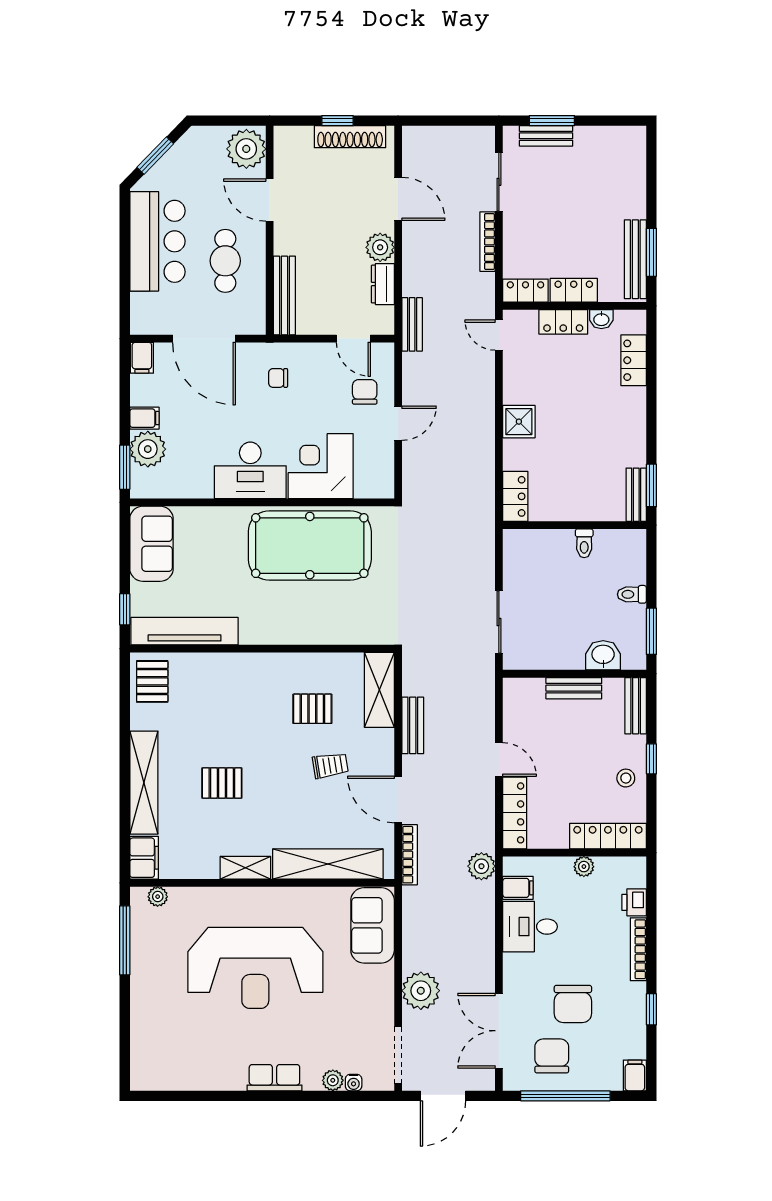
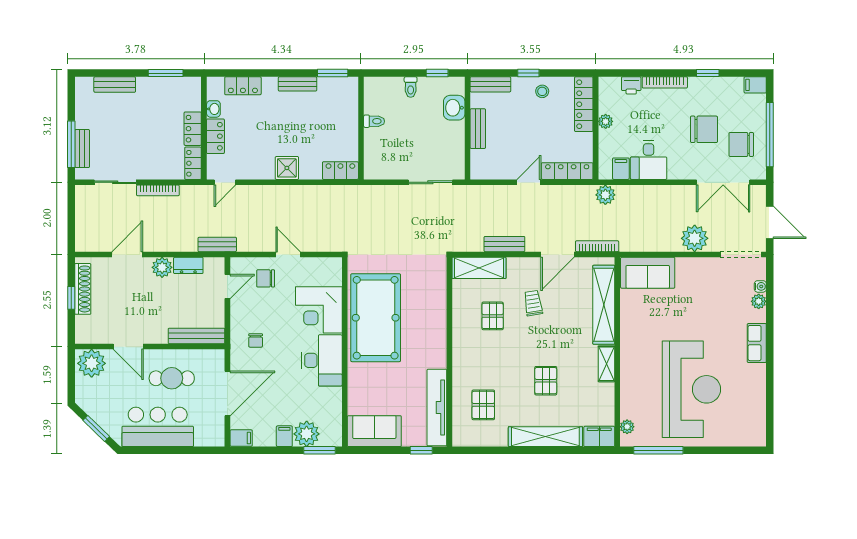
window: (552, 121) -> (71, 144), width x1.44
door: (270, 200) -> (128, 347), hinge flipped
bench: (635, 259) -> (115, 85), moved, width x0.73
bench: (636, 495) -> (298, 84), moved
window: (651, 631) -> (437, 73), width x0.67
pallet: (152, 681) -> (483, 405), moved, turned 90
reception desk: (255, 968) -> (691, 389), moved

